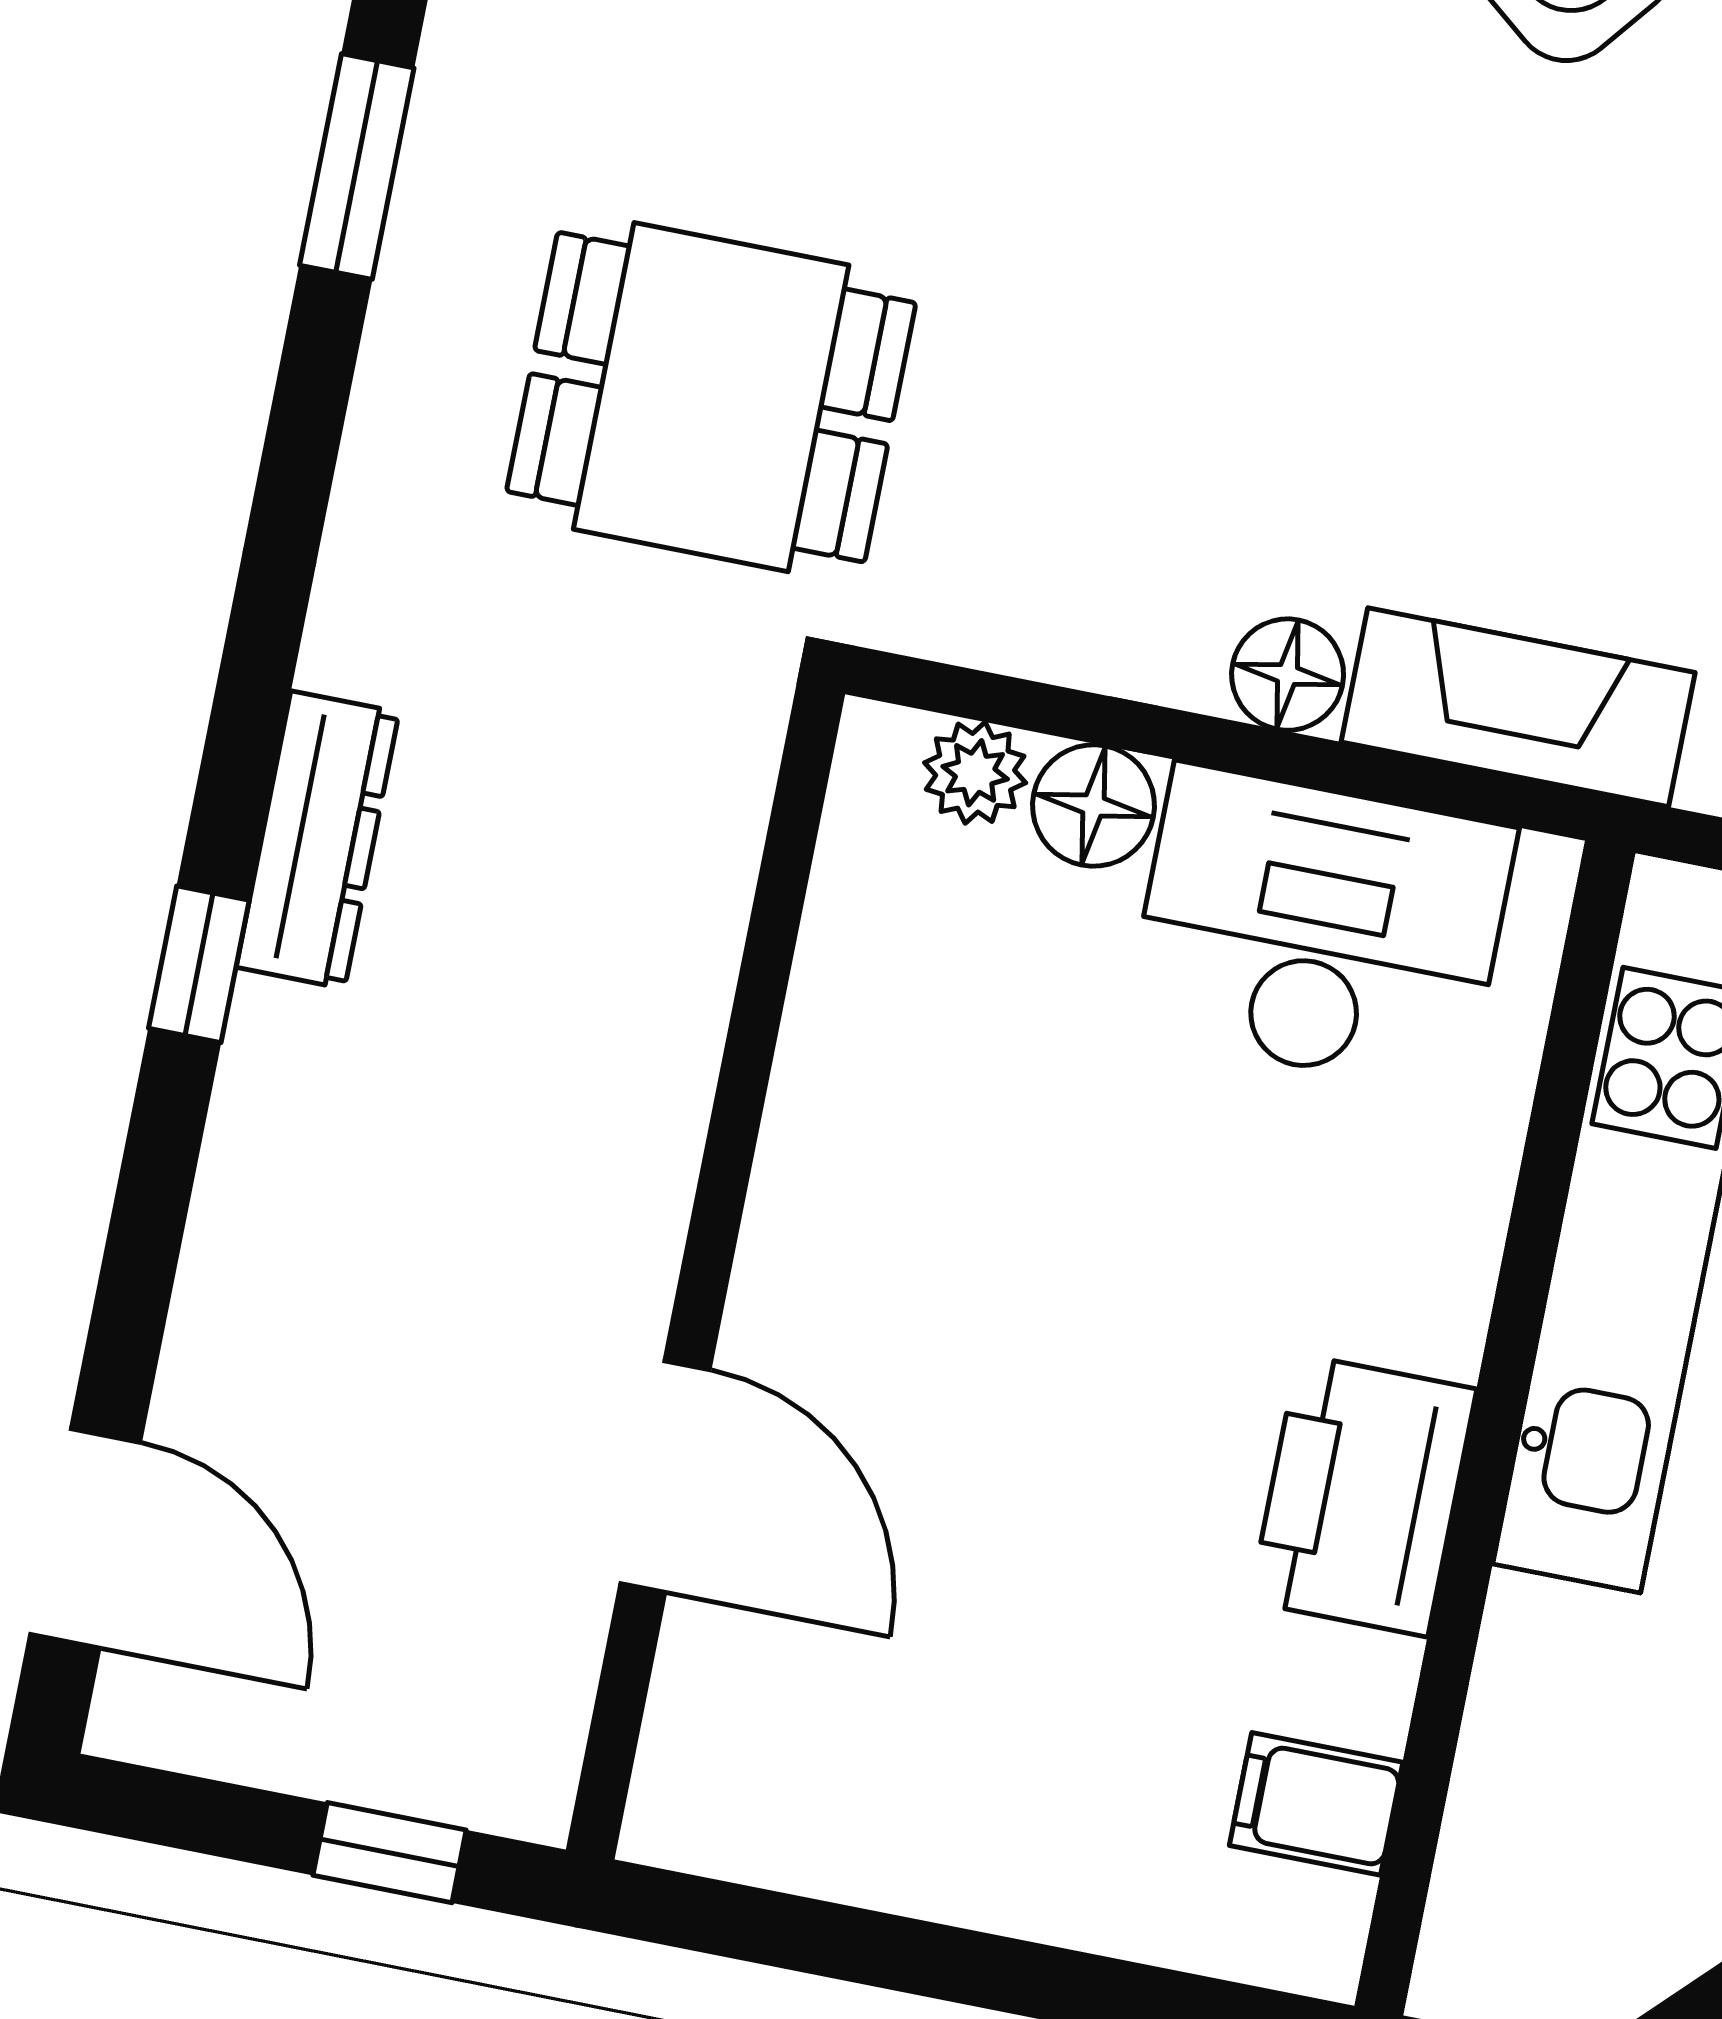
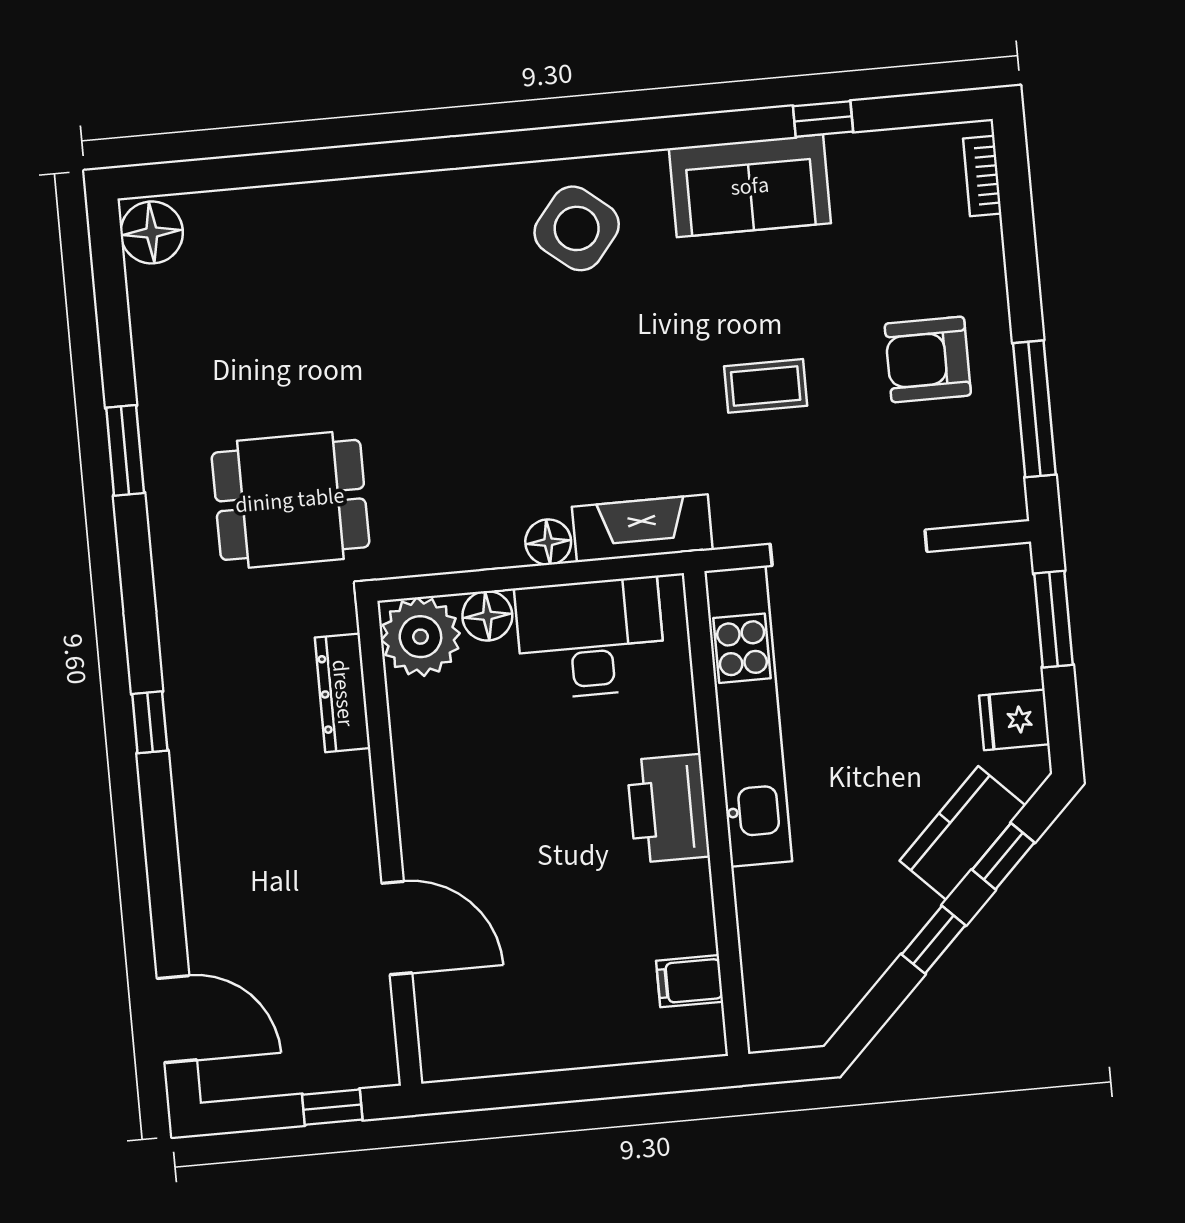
plant: (975, 773) -> (420, 637), width x1.87, depth x1.87
dresser: (318, 840) -> (343, 693), moved, turned 180
window: (199, 964) -> (150, 722), moved
printer: (1363, 1495) -> (668, 808), moved

